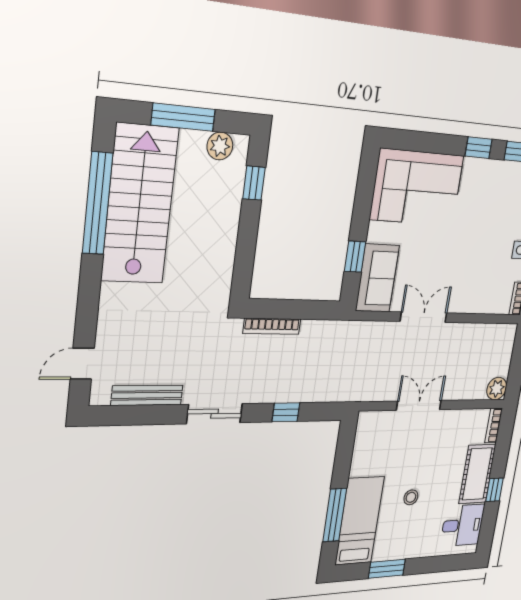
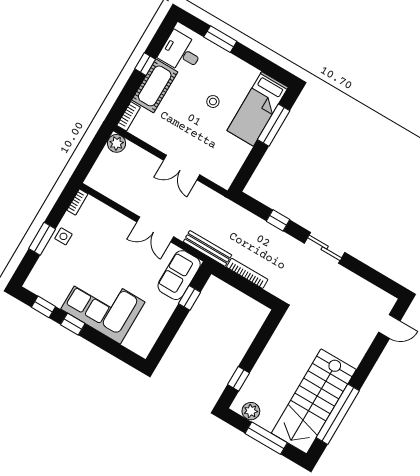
corner sofa: (417, 188) -> (103, 305), moved
bookcase: (272, 326) -> (247, 273), moved
bench: (147, 395) -> (207, 248), moved
window: (387, 569) -> (220, 39), moved

